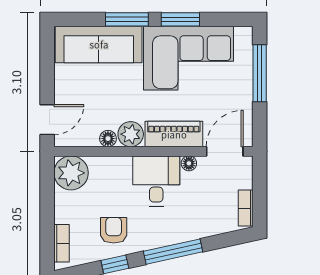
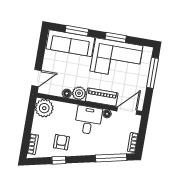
window: (127, 19) -> (77, 31), moved
window: (173, 252) -> (111, 158), moved

